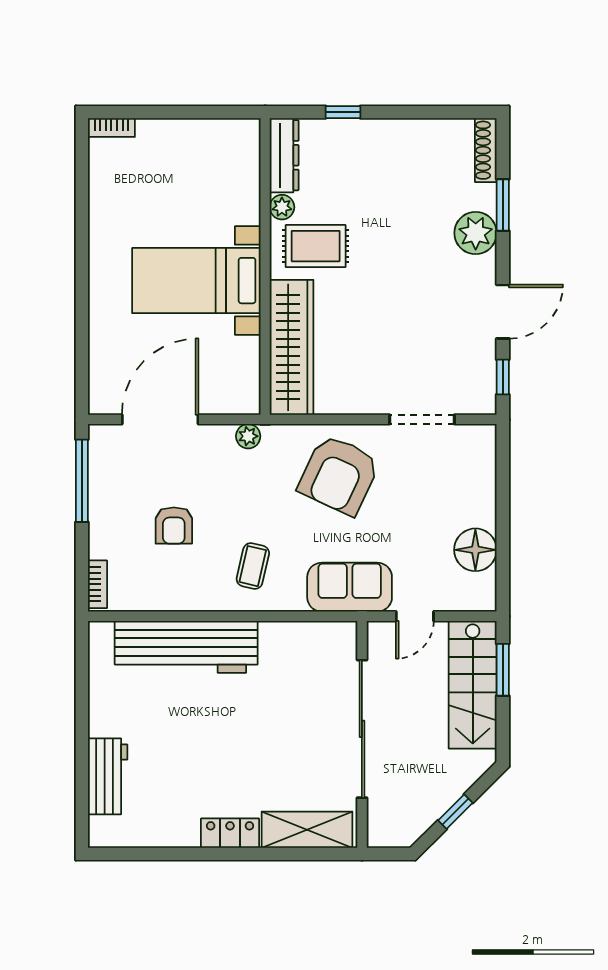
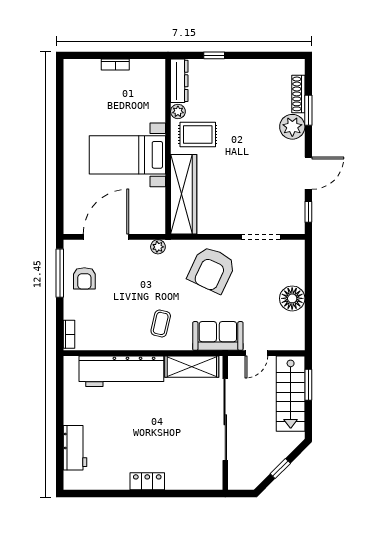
bookcase: (111, 128) -> (115, 65), moved
shoe rack: (486, 150) -> (298, 94), moved
armchair: (174, 525) -> (84, 278), moved
floor lamp: (475, 550) -> (292, 298), moved
shelving: (307, 830) -> (192, 367), moved

